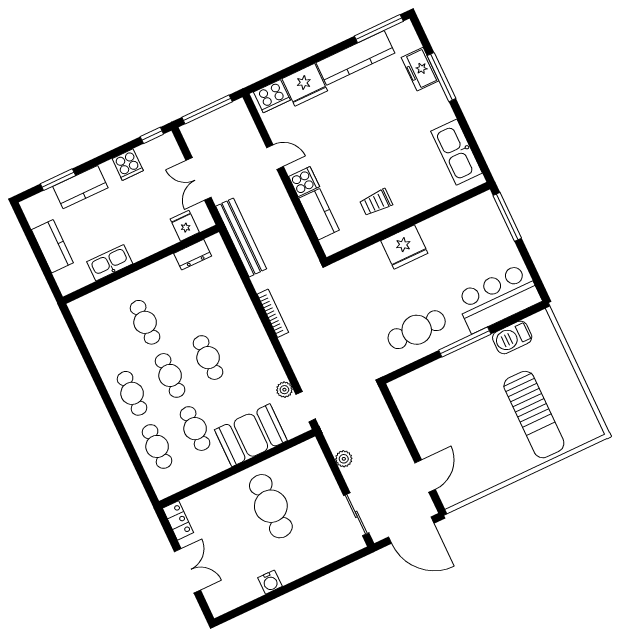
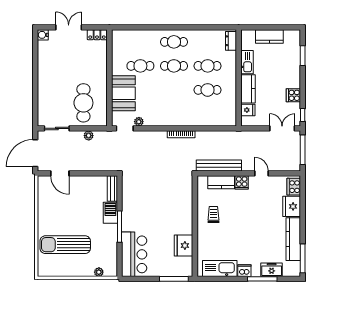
dishwasher: (442, 112) -> (244, 271), added
door: (275, 157) -> (261, 173), swing flipped
double door: (198, 179) -> (282, 128), moved
kitchen counter: (80, 187) -> (248, 89), moved, turned 180
bench: (241, 238) -> (219, 166), moved
fridge: (404, 247) -> (183, 246), moved
dresser: (193, 255) -> (231, 41), moved
cafe table: (417, 330) -> (138, 205), removed
barbecue: (512, 337) -> (110, 213), moved
plant: (552, 341) -> (99, 272), added
cafe table: (208, 358) -> (208, 90), moved
bench: (410, 382) -> (112, 188), added
cafe table: (157, 446) -> (140, 42), removed
cafe table: (271, 506) -> (83, 103), moved, turned 90
double door: (187, 571) -> (69, 27), swing flipped
water cooler: (270, 582) -> (43, 35), moved

